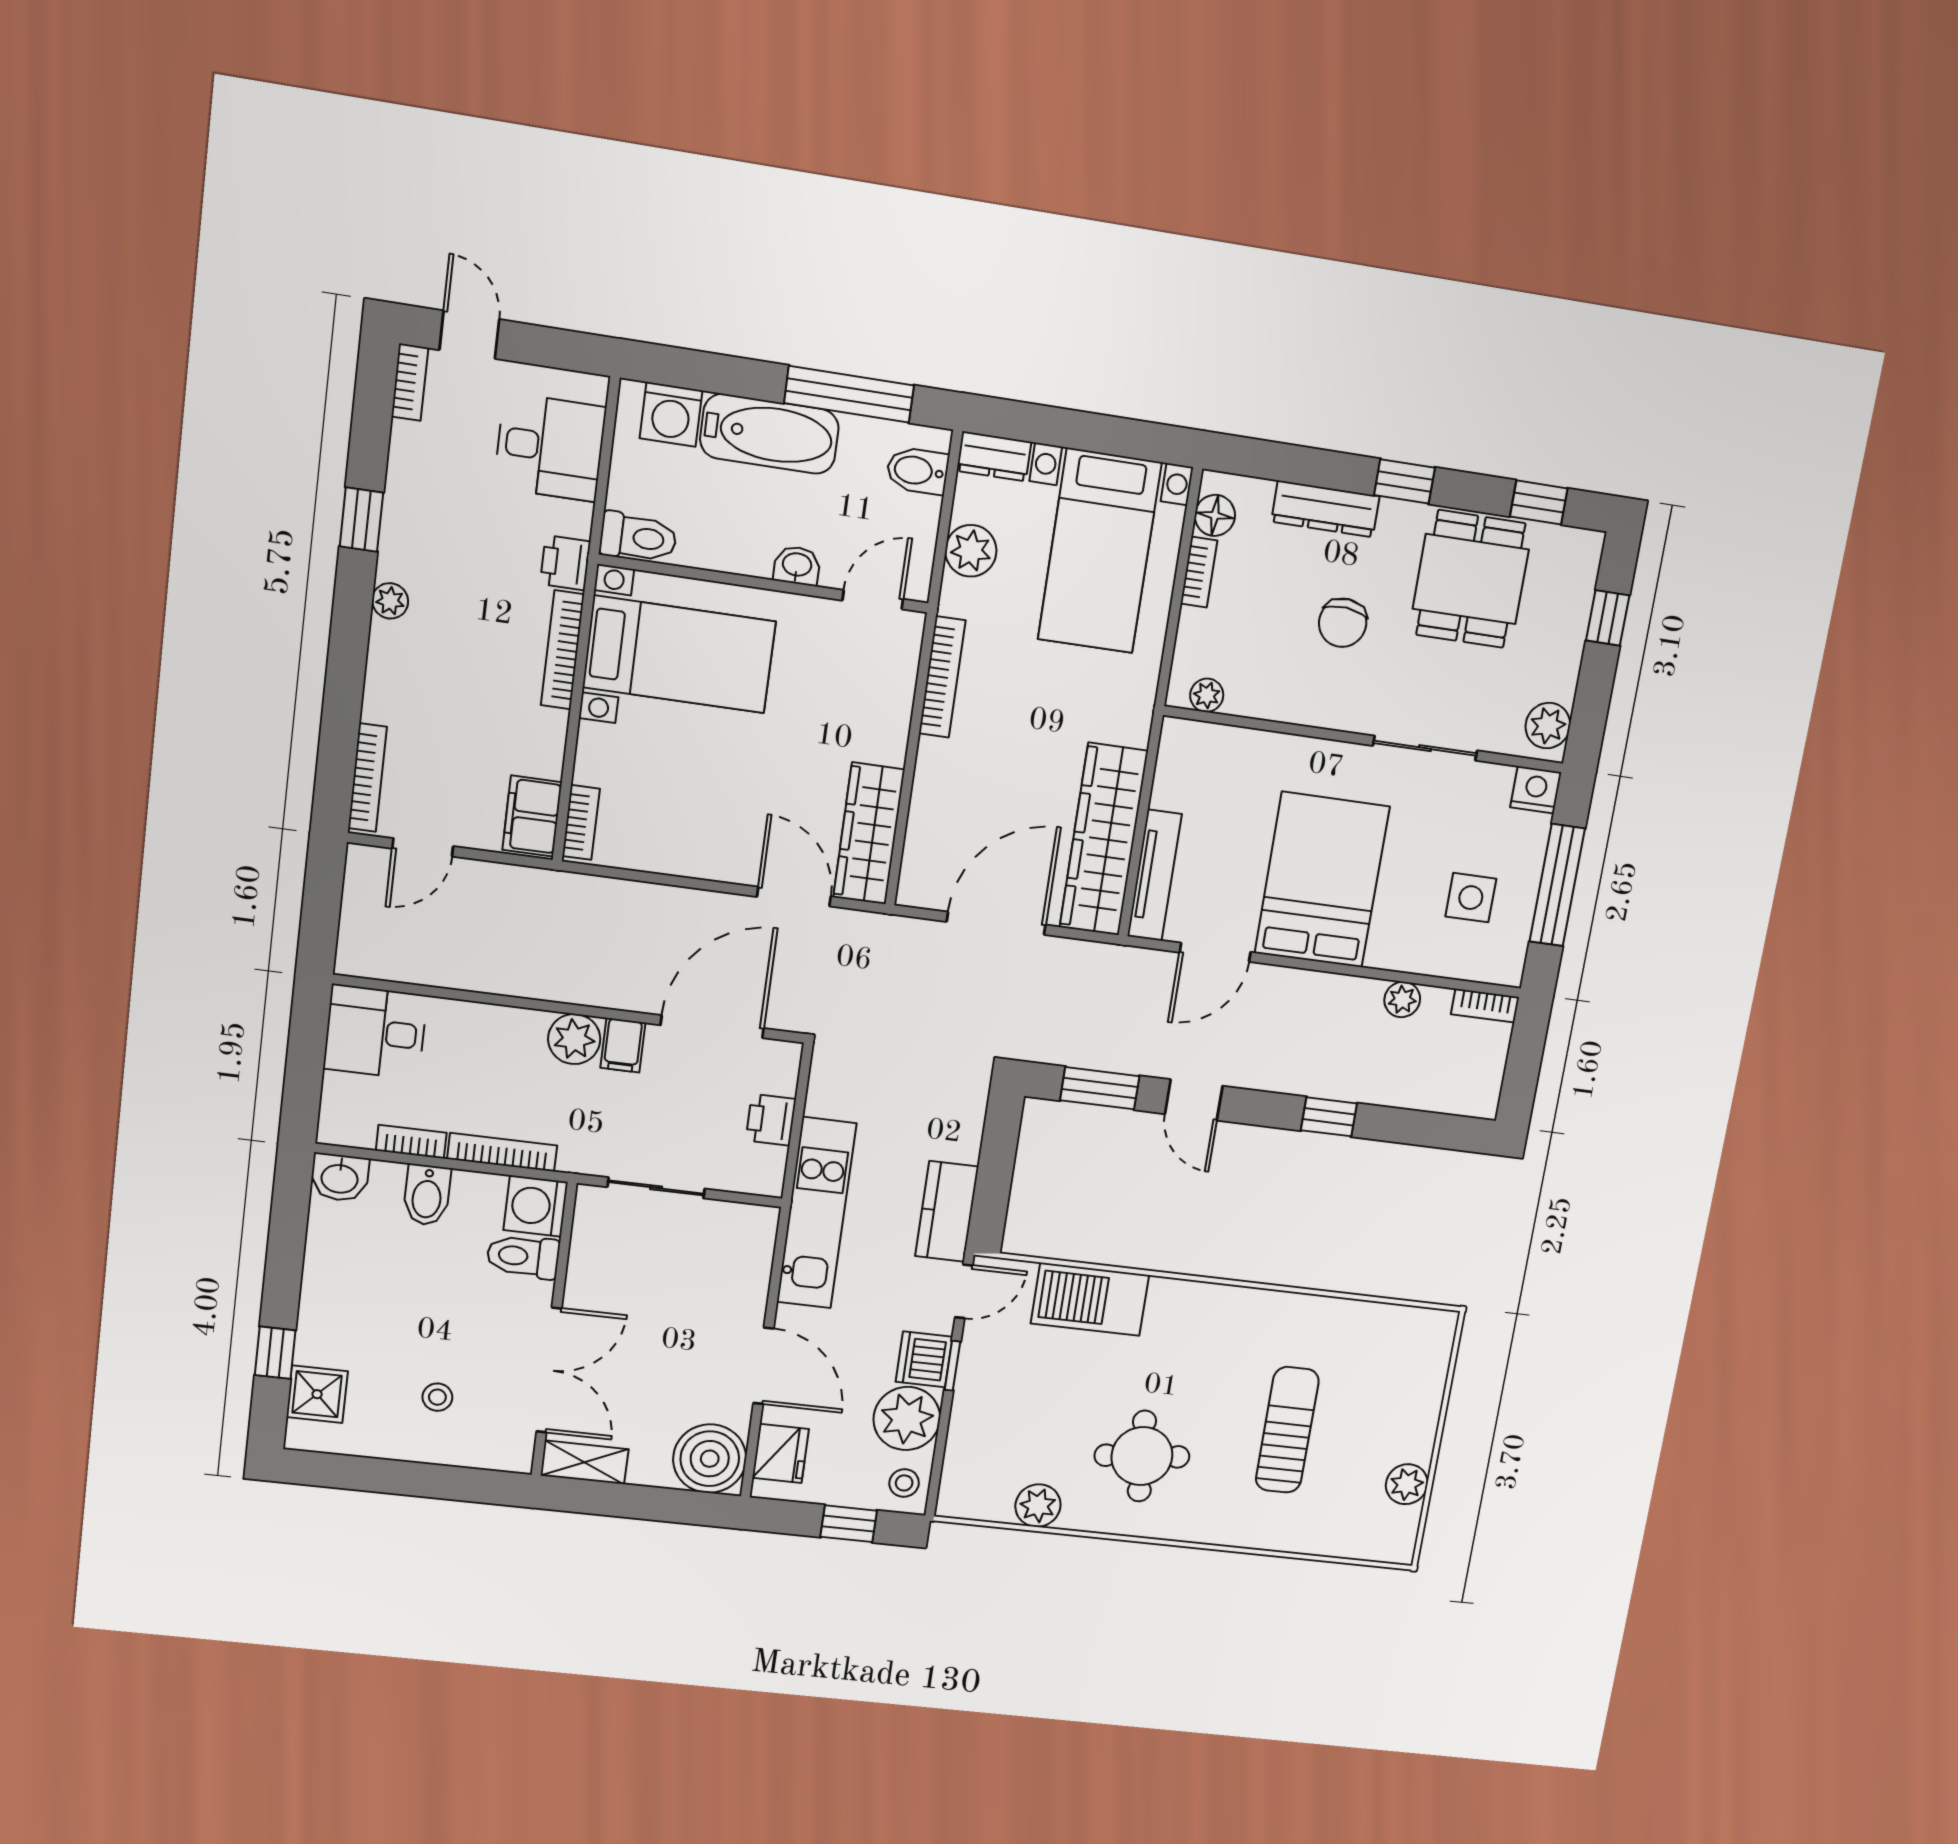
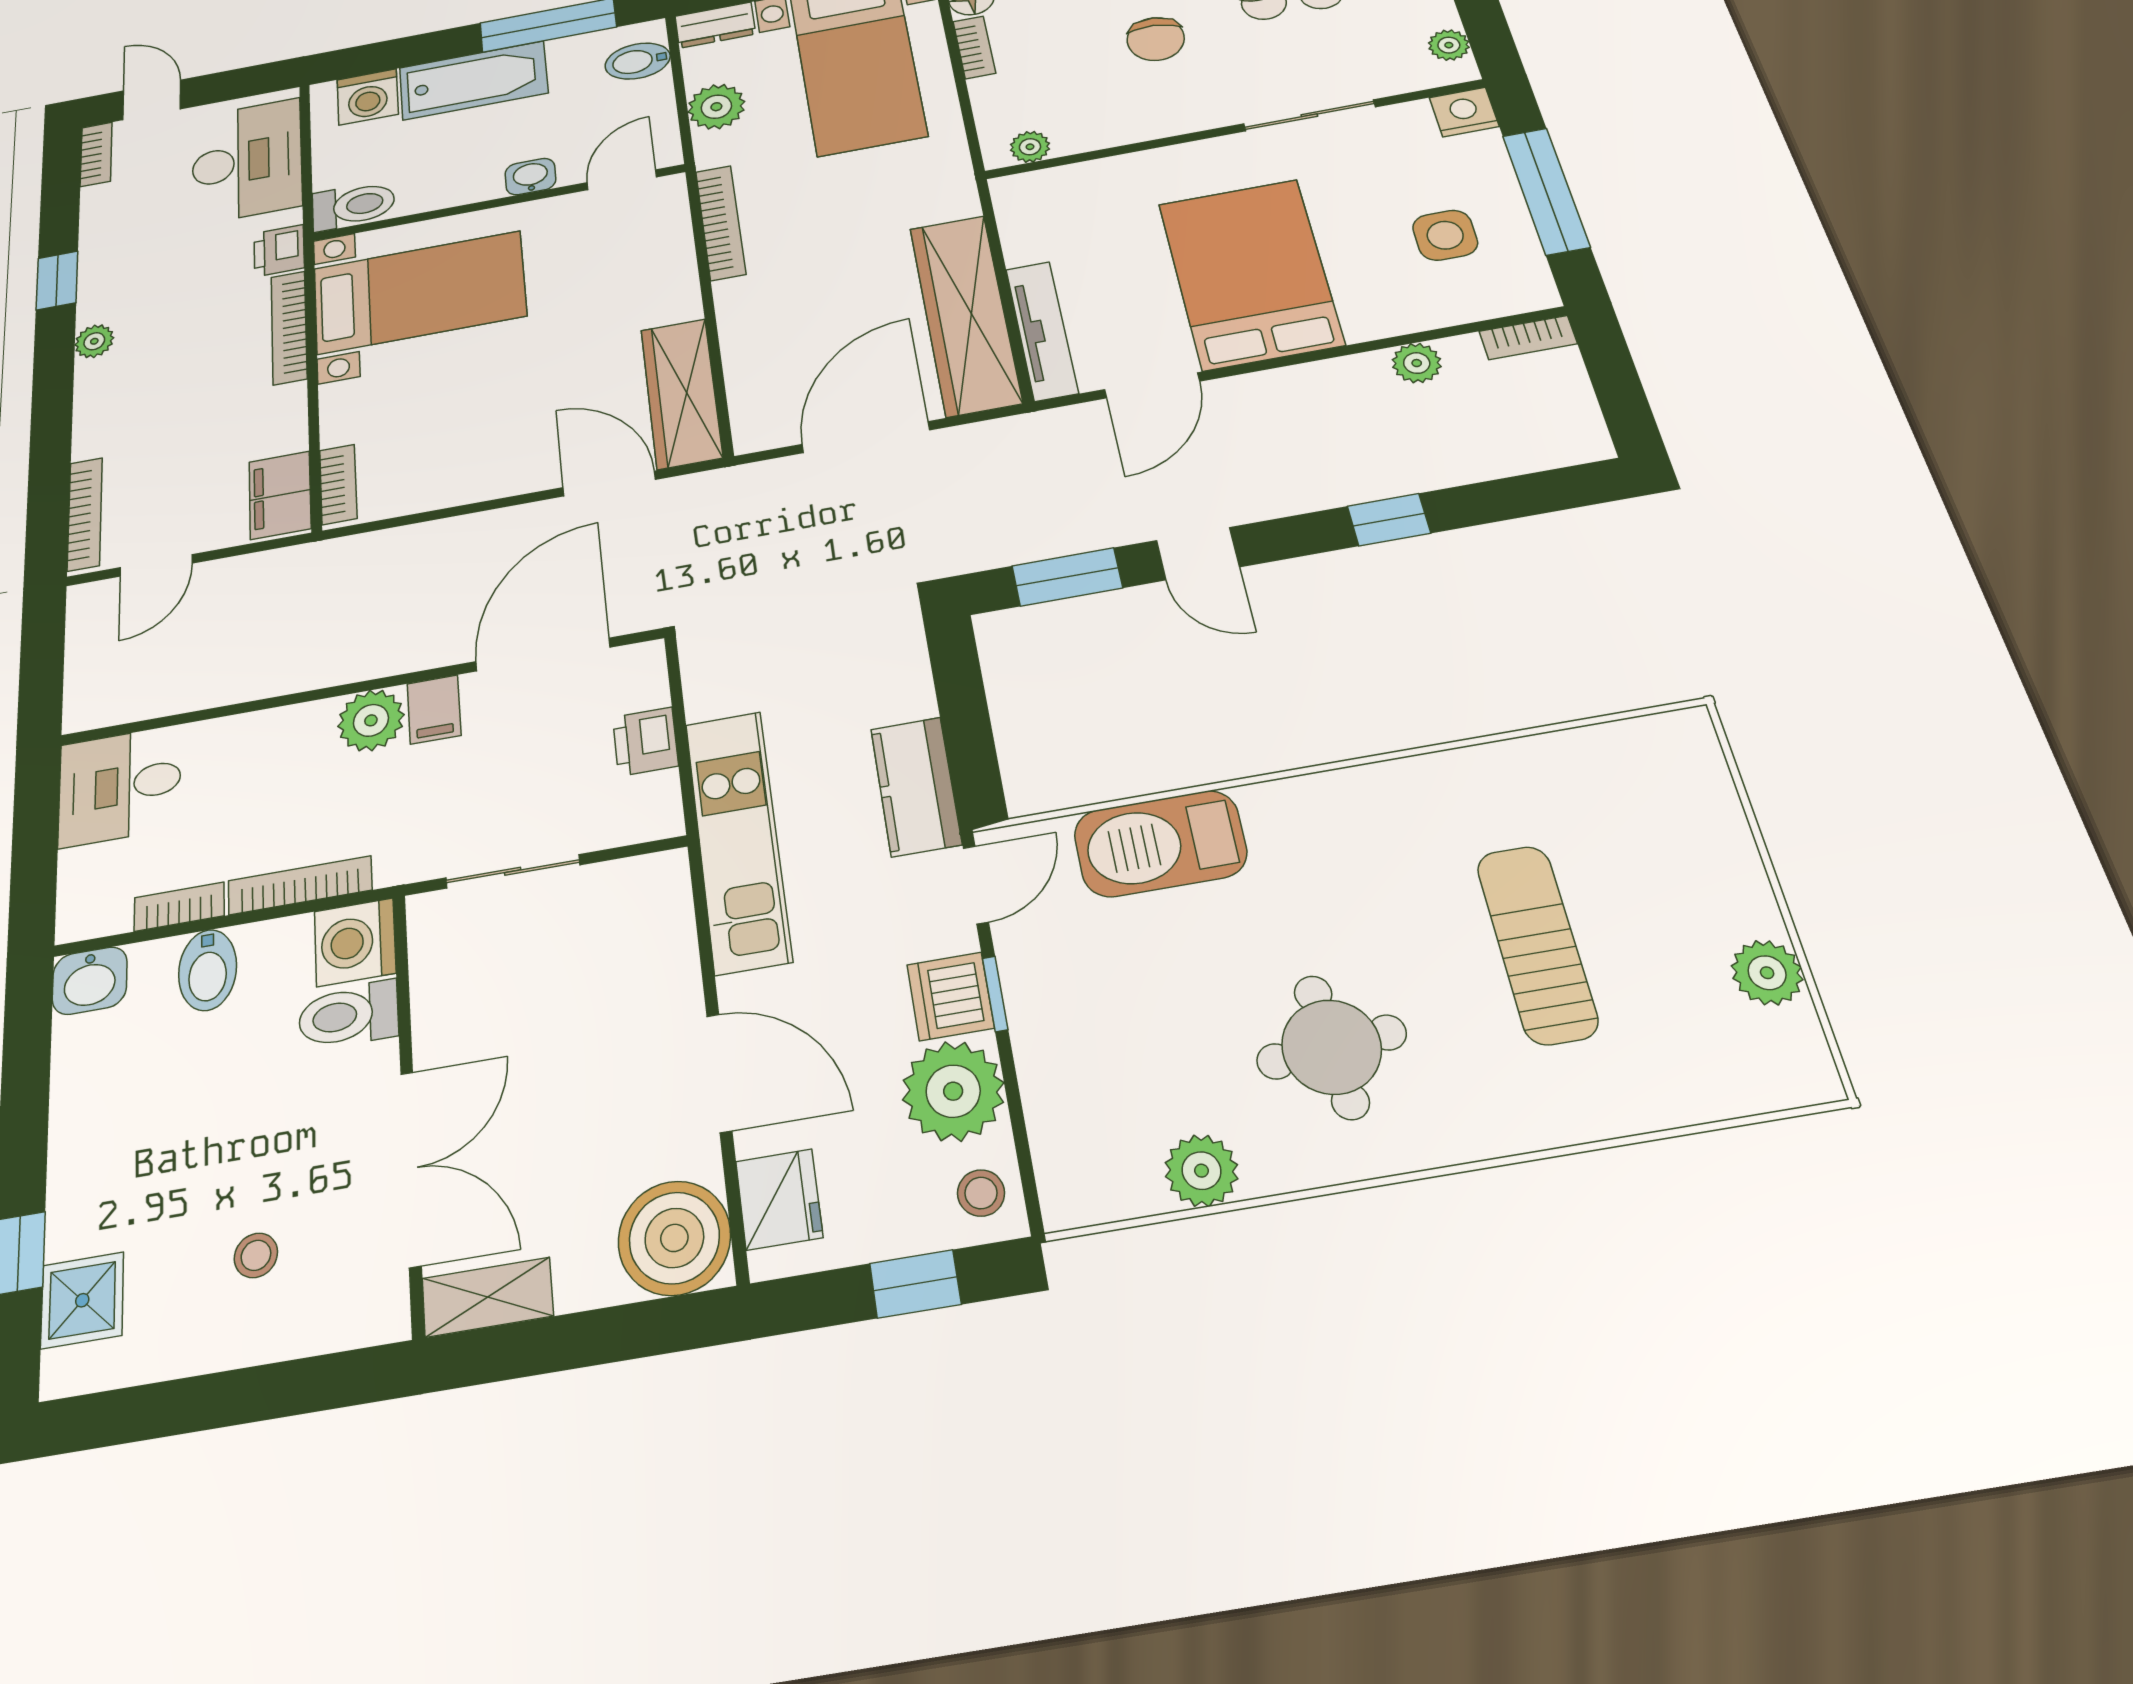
desk: (550, 447) -> (247, 161), width x1.37
plant: (1548, 726) -> (1449, 45), width x0.73, depth x0.73

